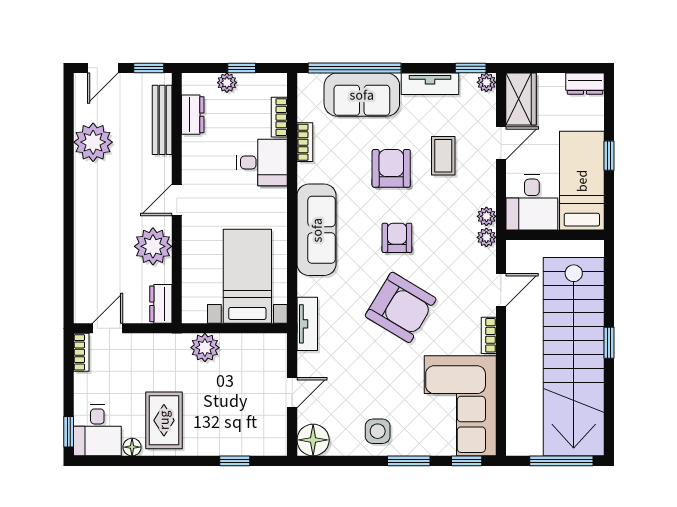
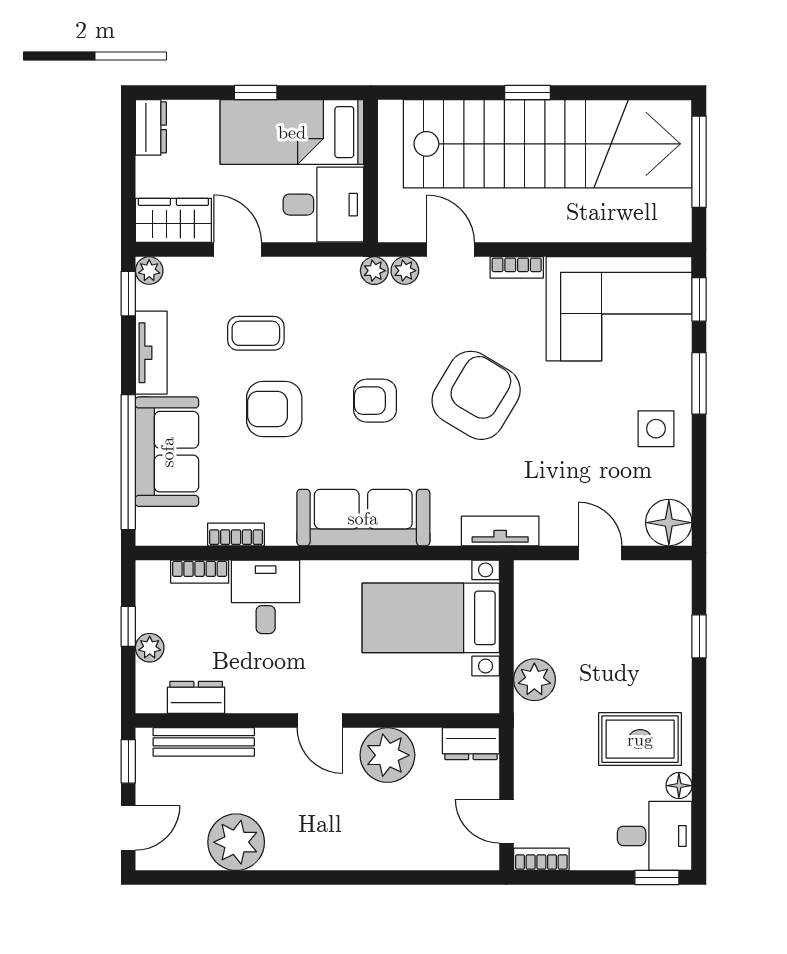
door: (103, 68) -> (128, 828), hinge flipped
plant: (486, 216) -> (405, 271), moved

